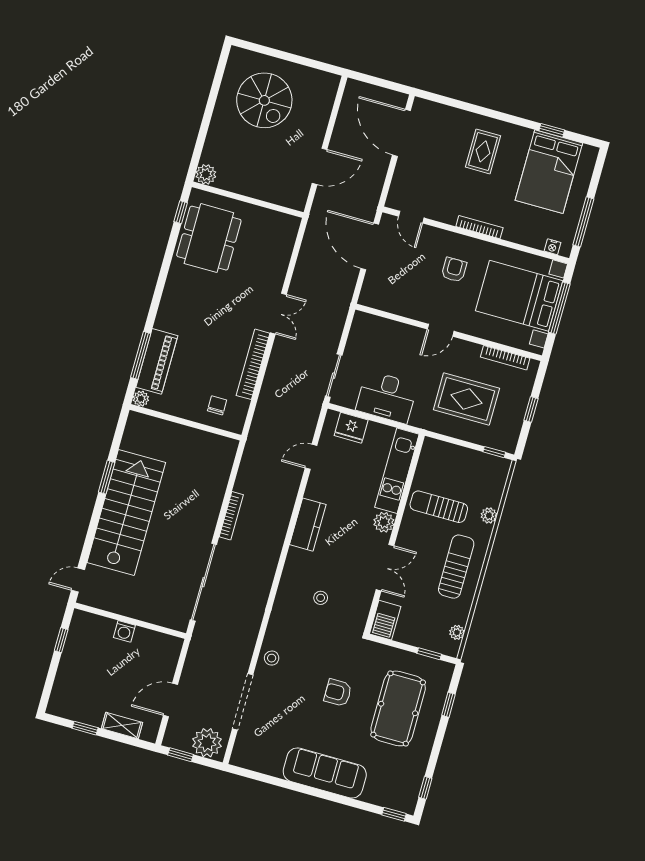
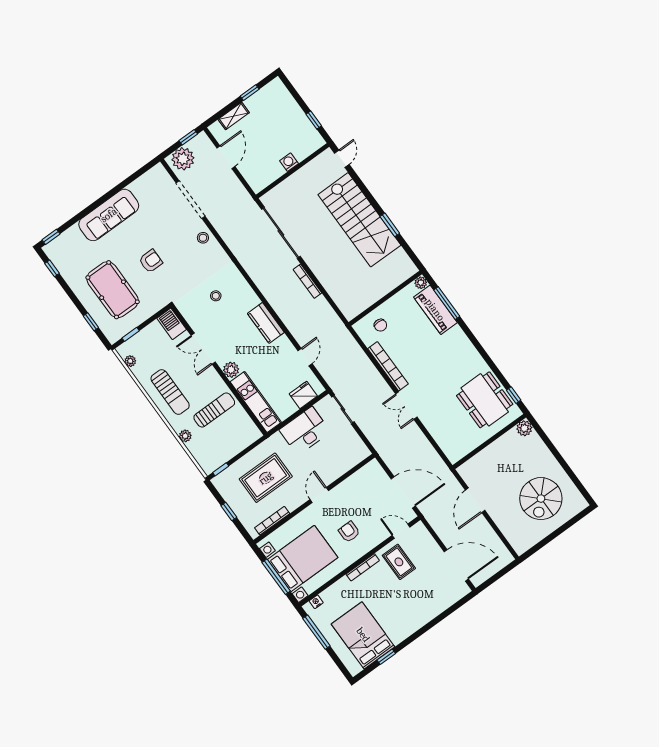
spiral stairs: (264, 100) -> (541, 499), turned -90
rug: (483, 151) -> (399, 562), moved
armchair: (454, 270) -> (349, 532), turned 180

